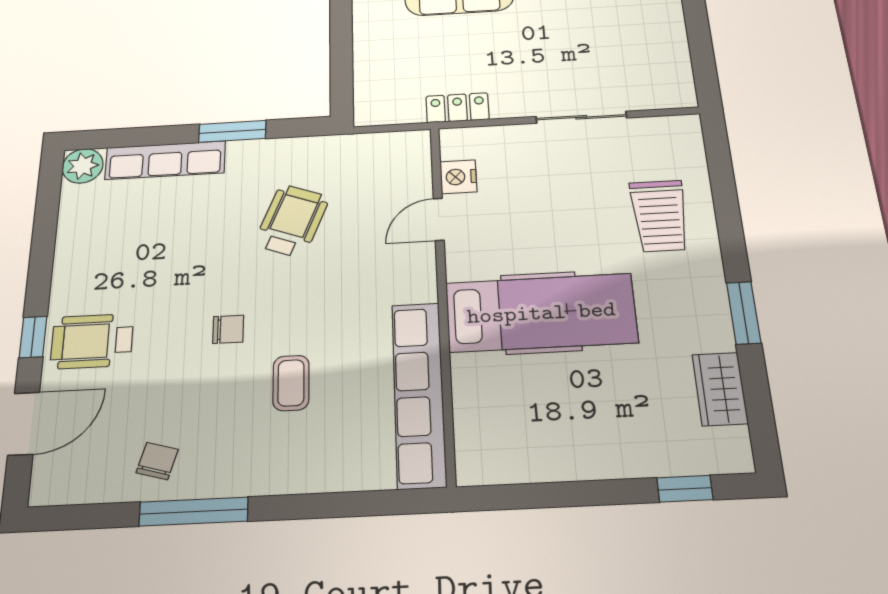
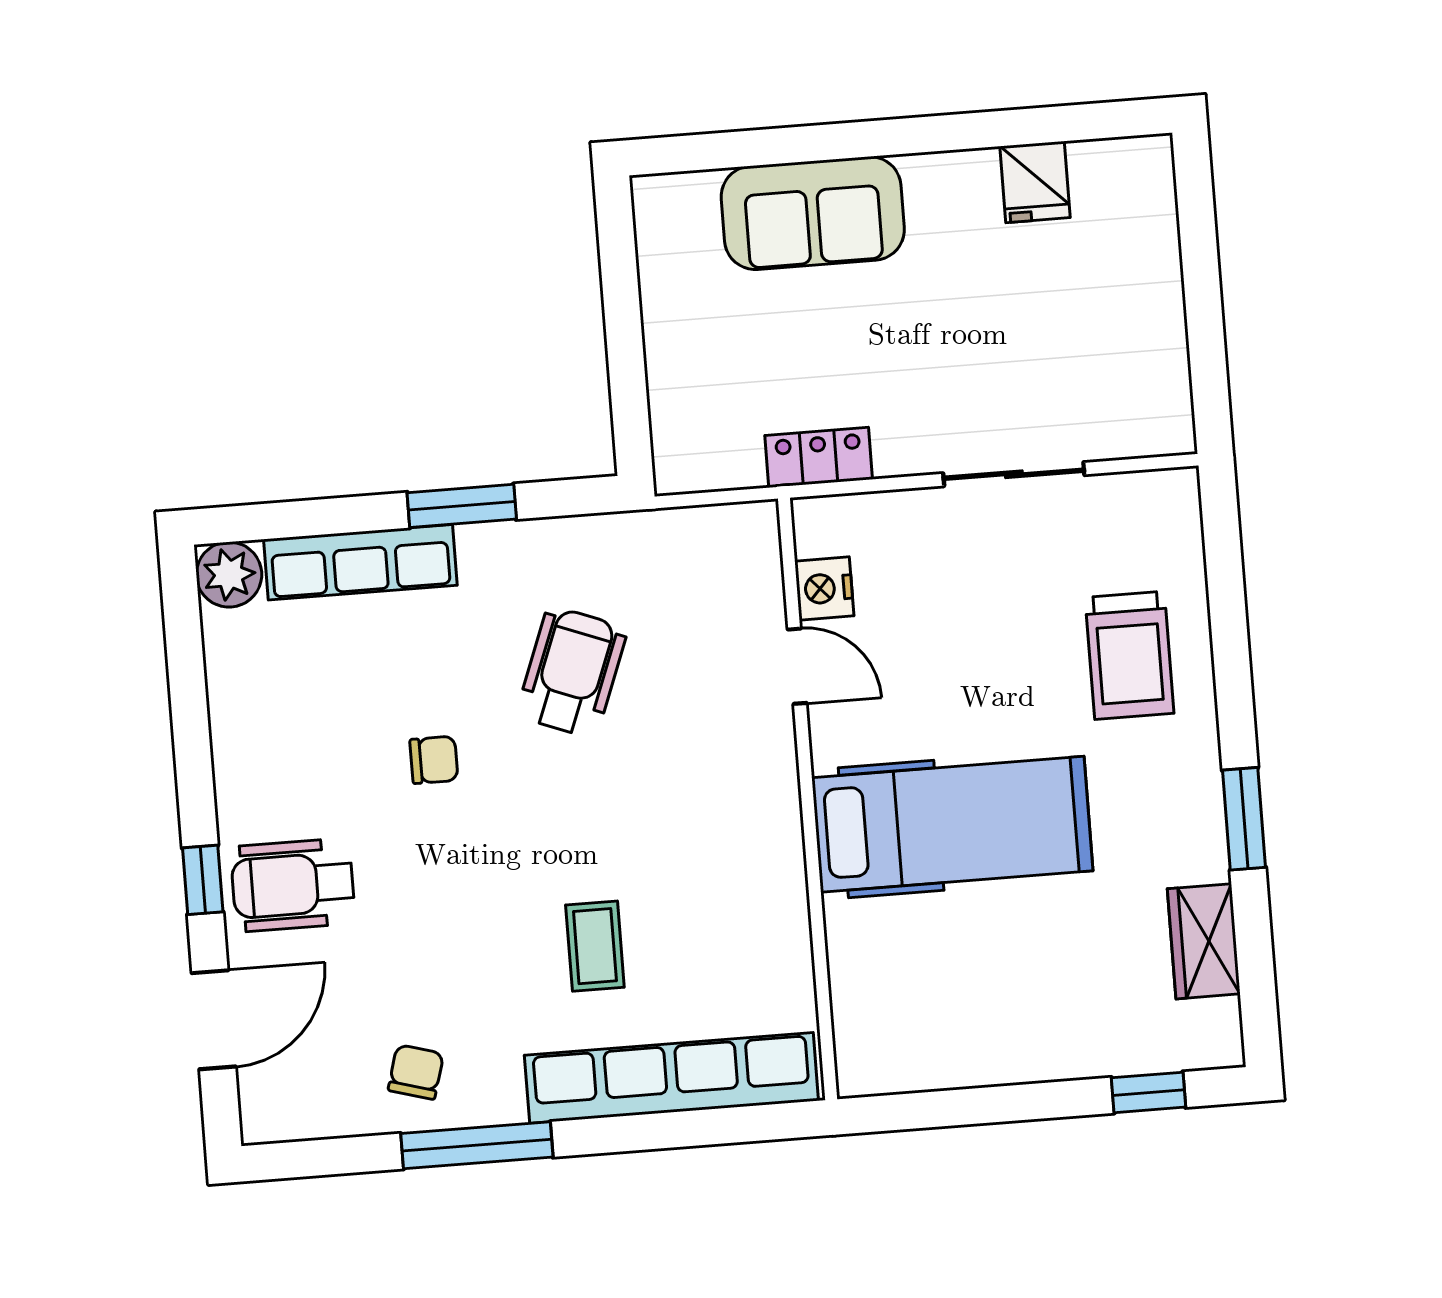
door: (439, 219) -> (797, 666), swing flipped
chair: (228, 329) -> (434, 760), moved
row of seats: (419, 394) -> (671, 1078), moved, turned 90

